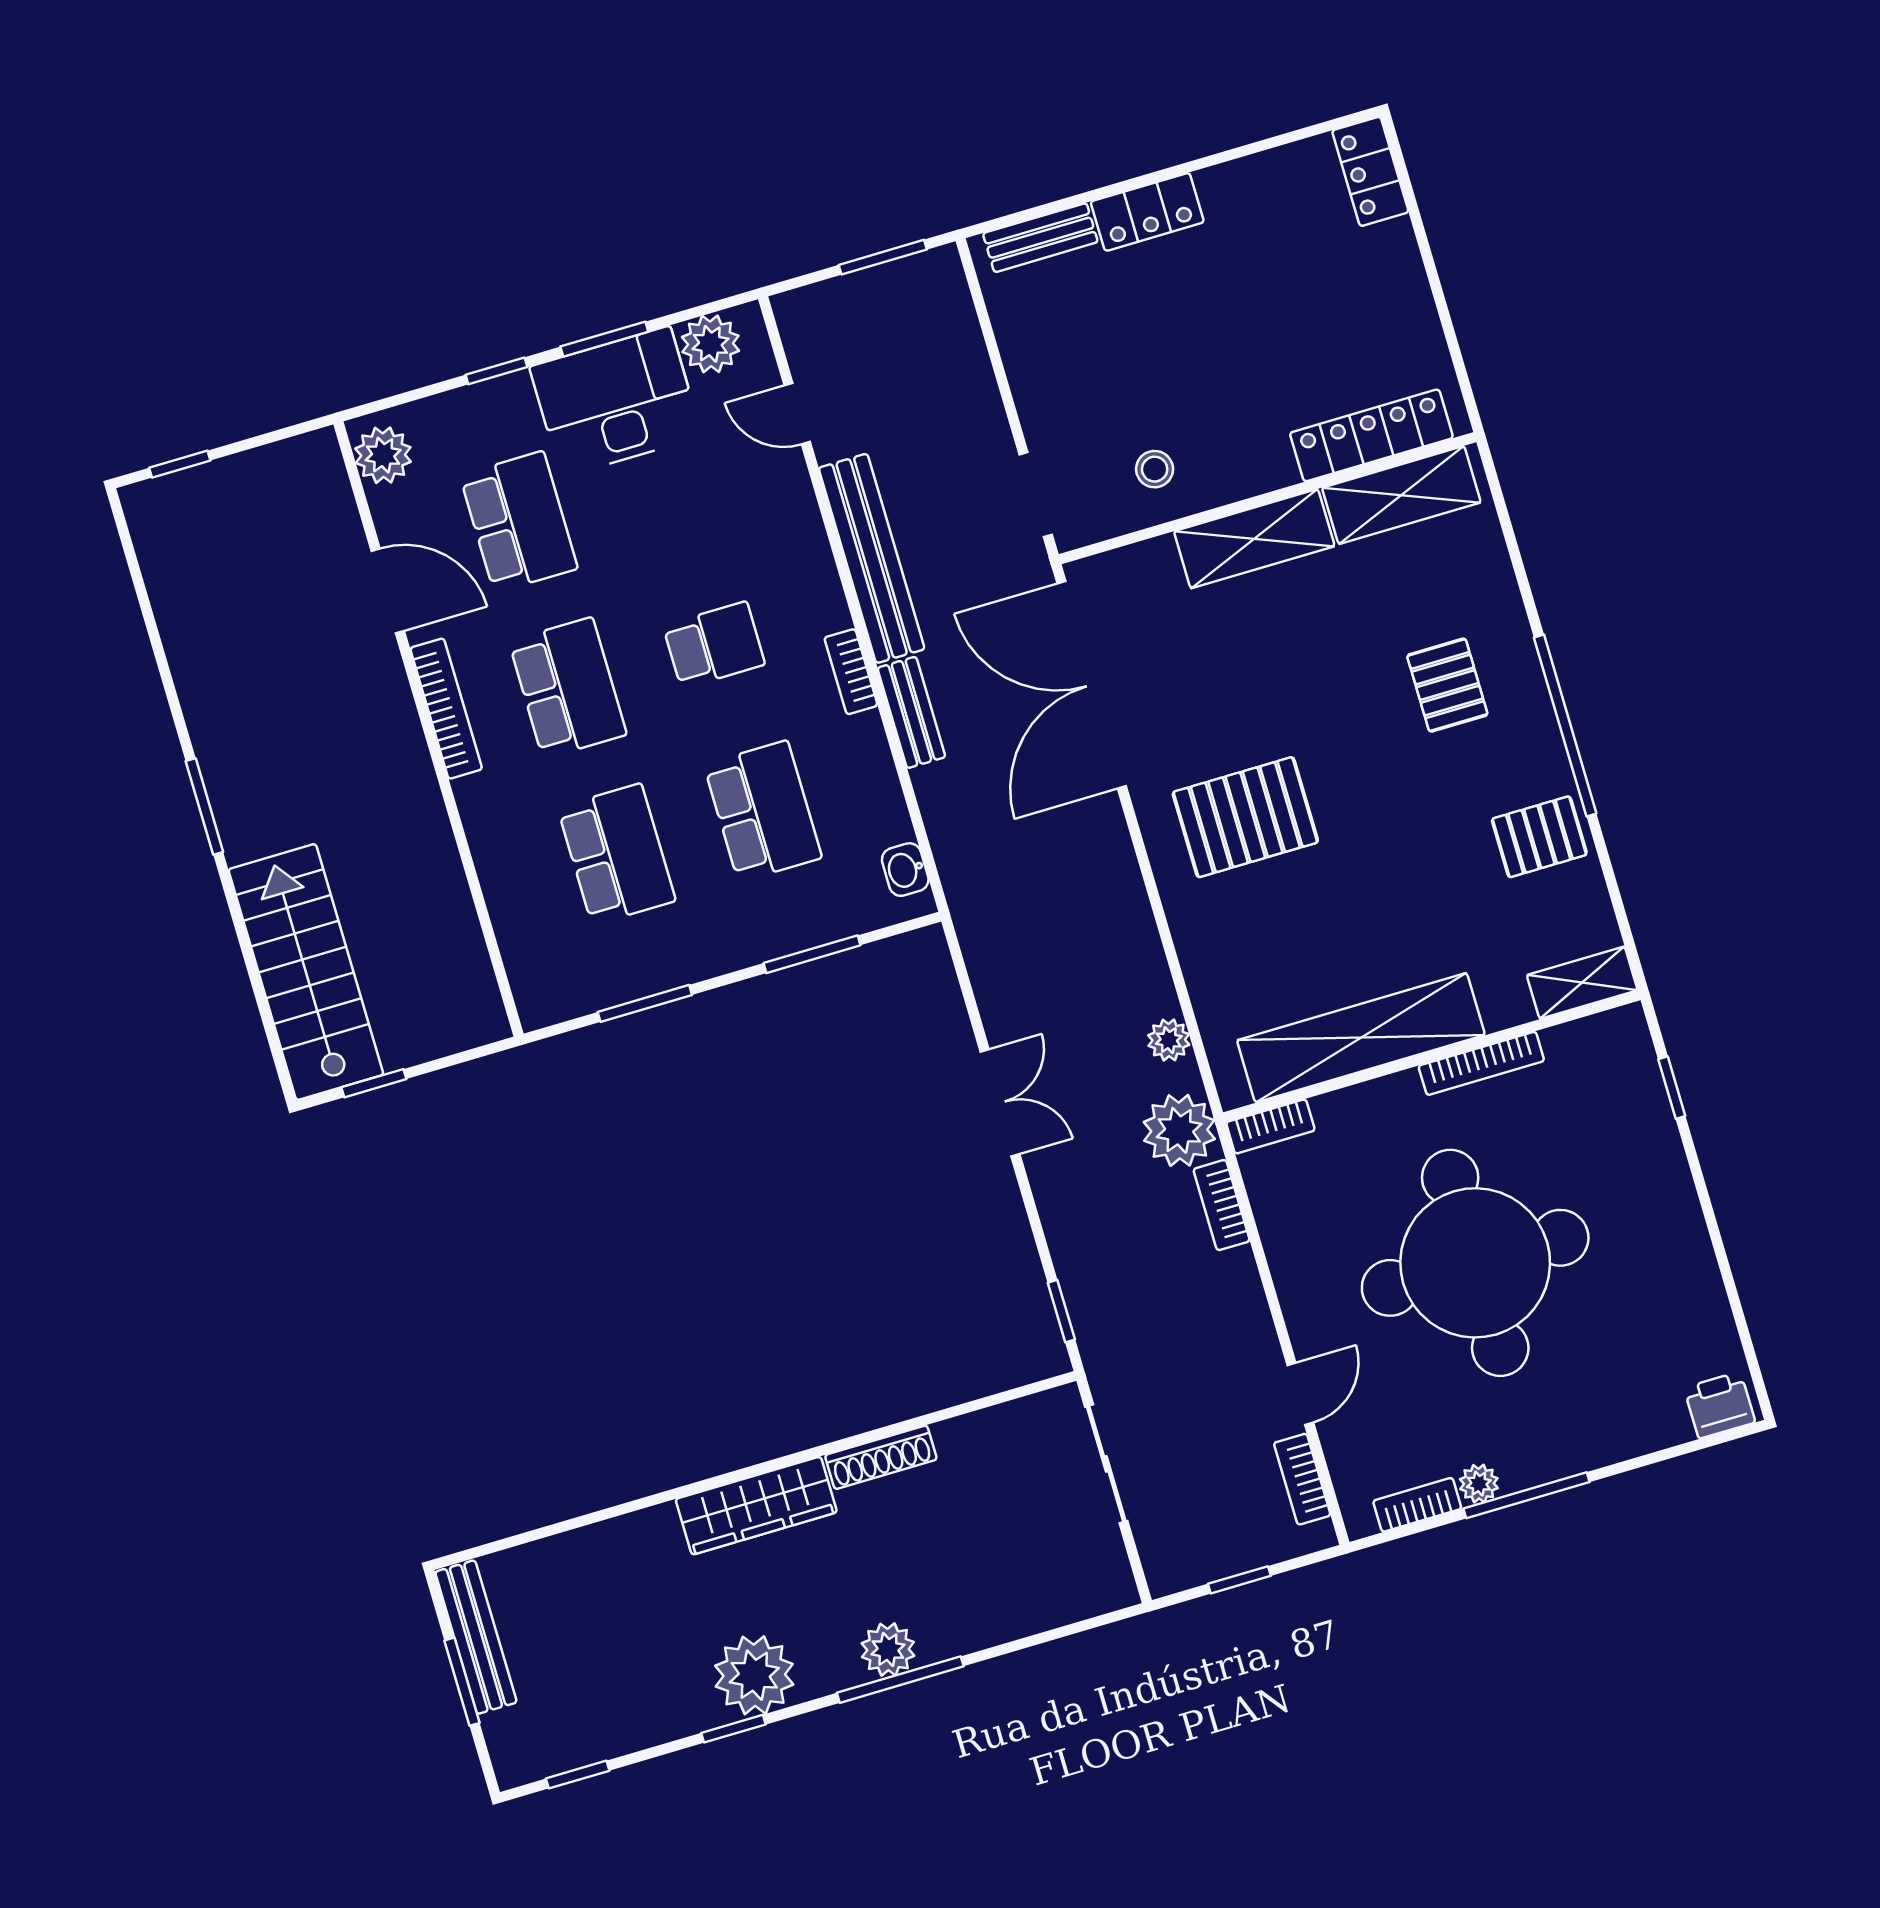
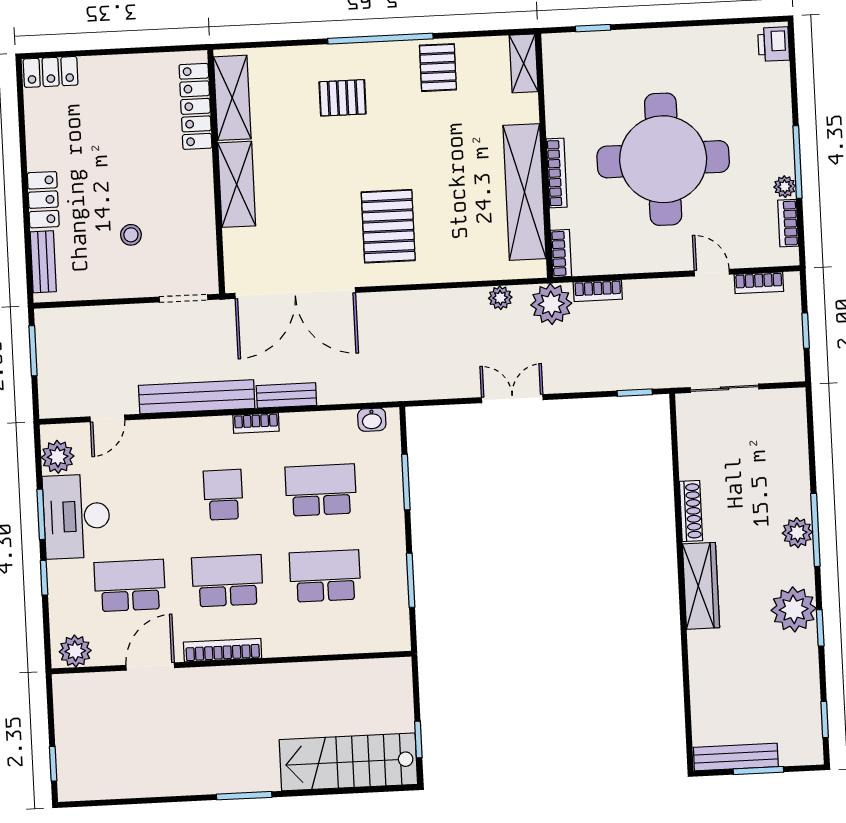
stool: (1155, 469) -> (131, 235), moved
bookcase: (1481, 1063) -> (557, 173), moved

